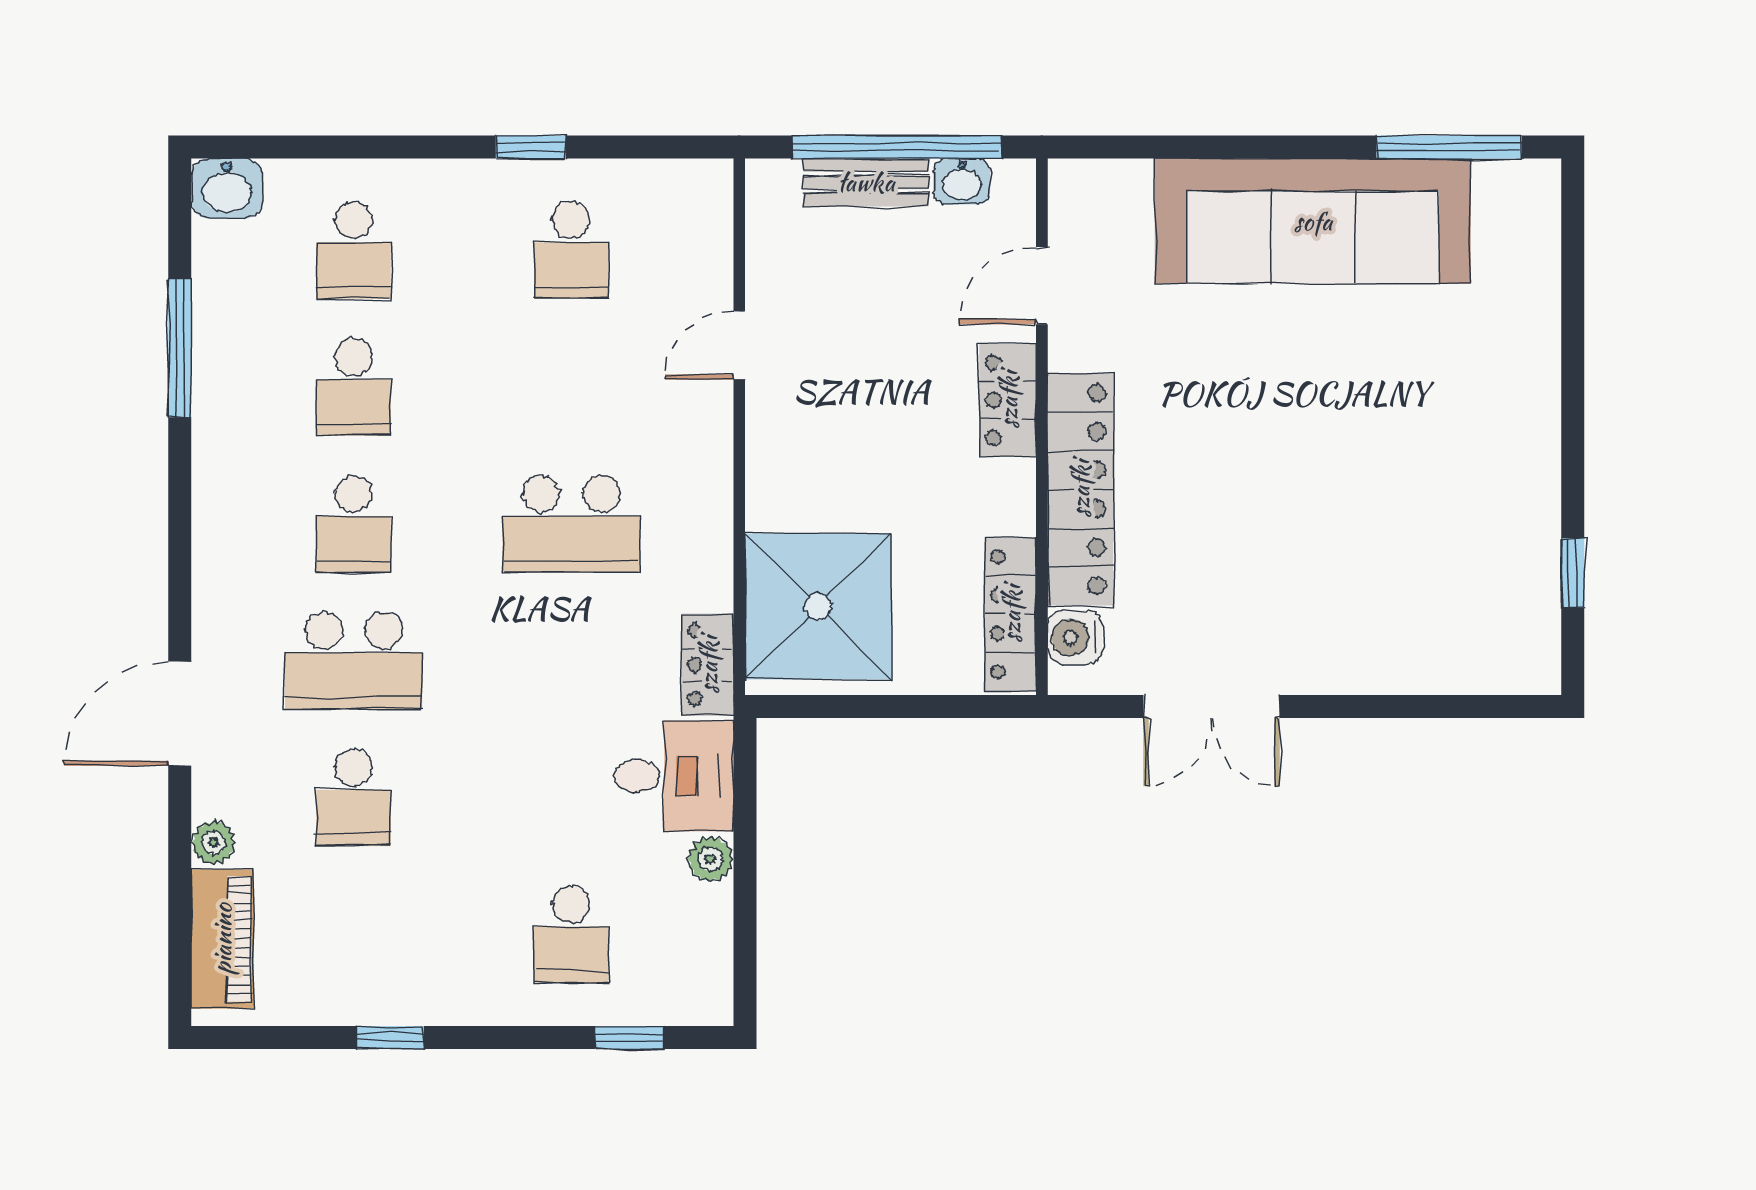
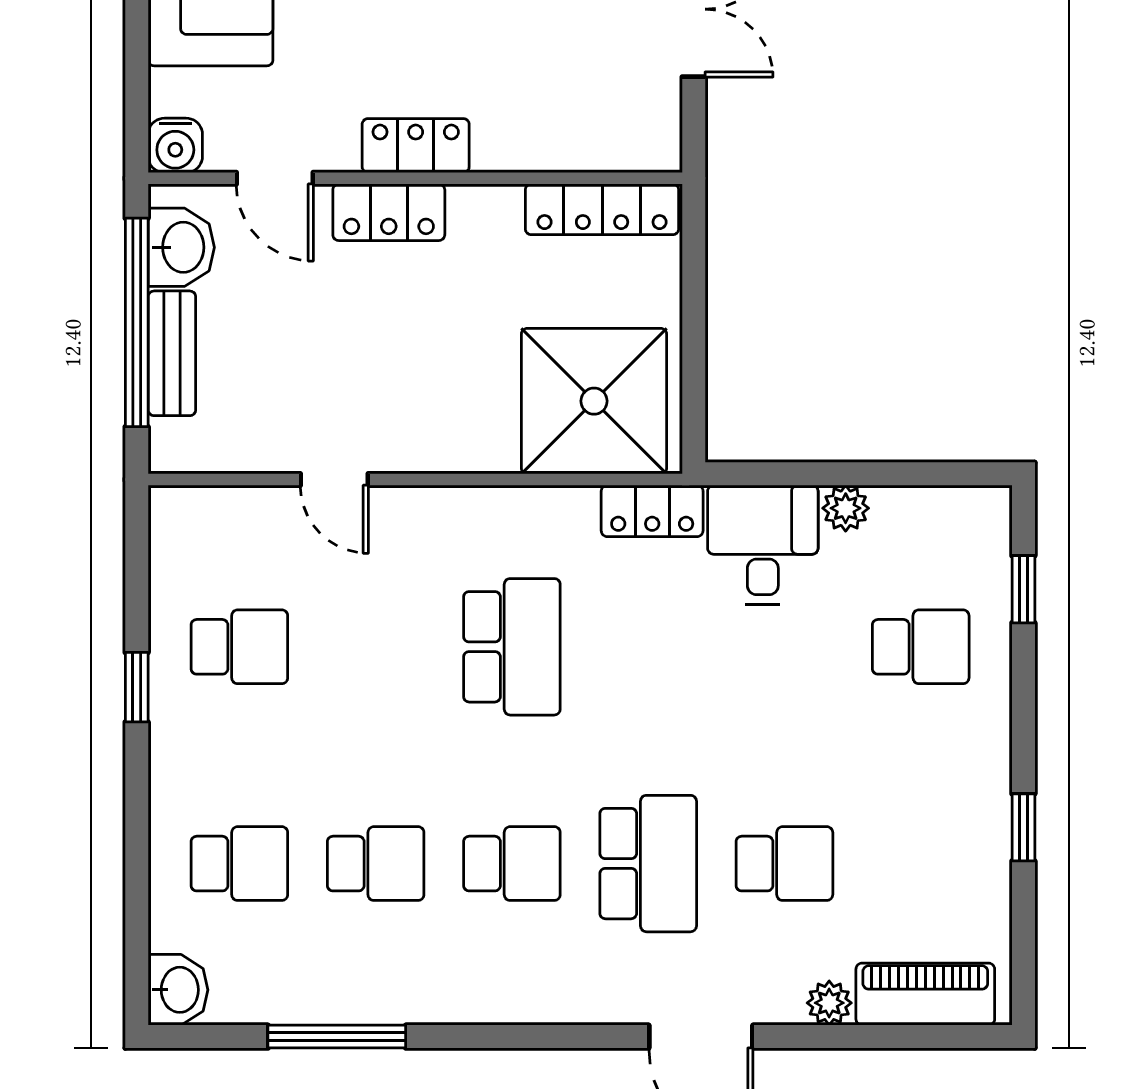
washbasin: (962, 181) -> (181, 247), width x1.38, depth x1.45
locker: (1080, 489) -> (416, 146), width x0.46, depth x0.83
water cooler: (1075, 637) -> (175, 145), moved

